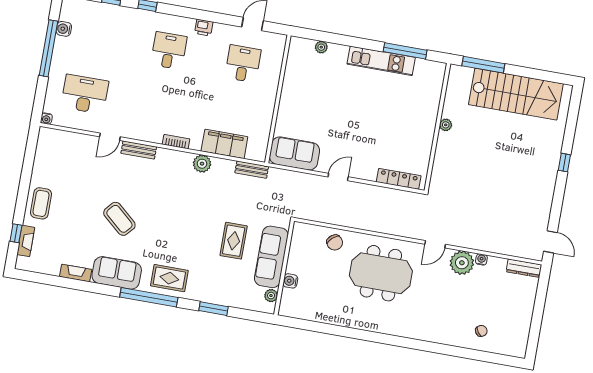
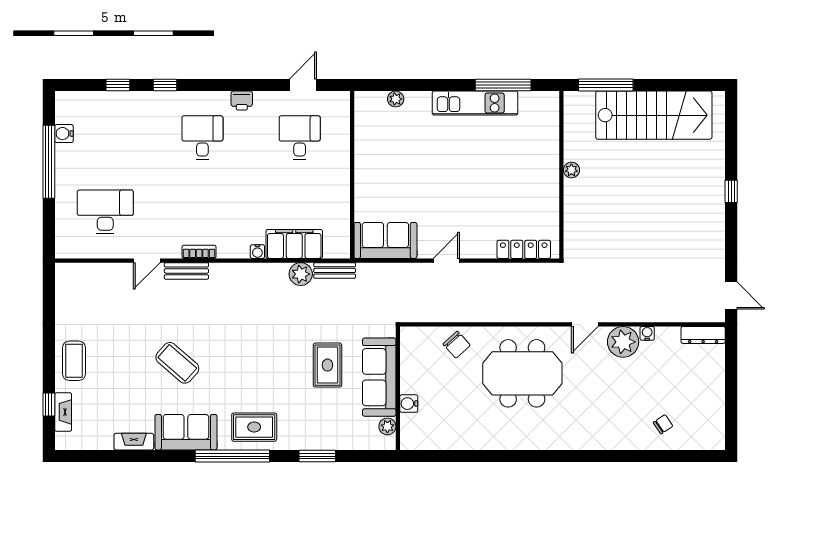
water cooler: (46, 119) -> (257, 252), moved
bookcase: (176, 142) -> (199, 252), moved
plant: (202, 164) -> (301, 274), moved

